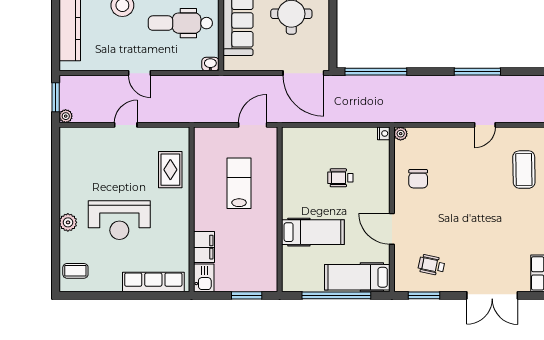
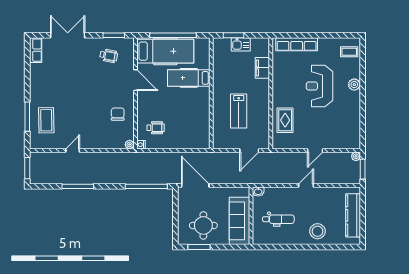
dental chair: (180, 23) -> (278, 219), width x0.73, depth x0.72
door: (139, 73) -> (306, 185), hinge flipped
door: (253, 125) -> (249, 150), moved
wheelchair: (340, 178) -> (156, 128), moved
reception desk: (119, 220) -> (320, 86), turned -90
hospital bed: (357, 277) -> (165, 51), width x1.37, depth x1.29
kitchen sink: (204, 278) -> (241, 44), moved, turned -90

